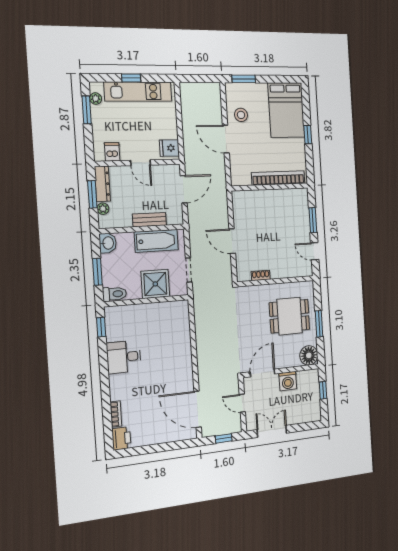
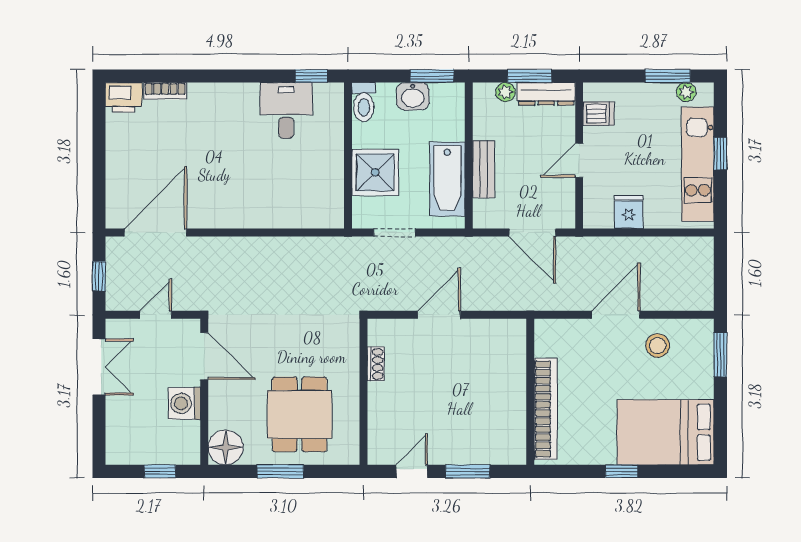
fridge: (169, 148) -> (629, 212), moved
washbasin: (108, 243) -> (413, 96), moved
window: (97, 272) -> (432, 76), moved
desk: (124, 357) -> (286, 110), moved

